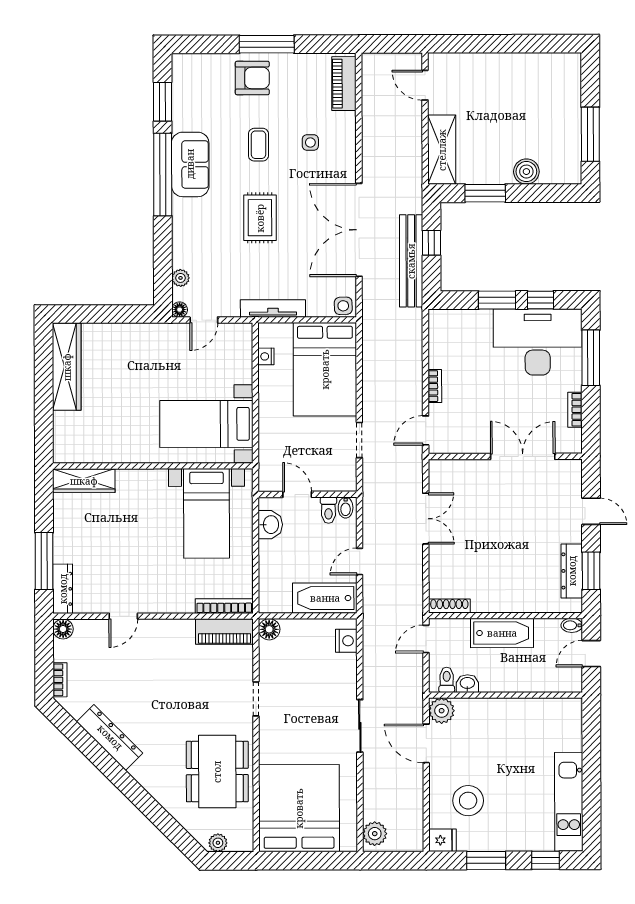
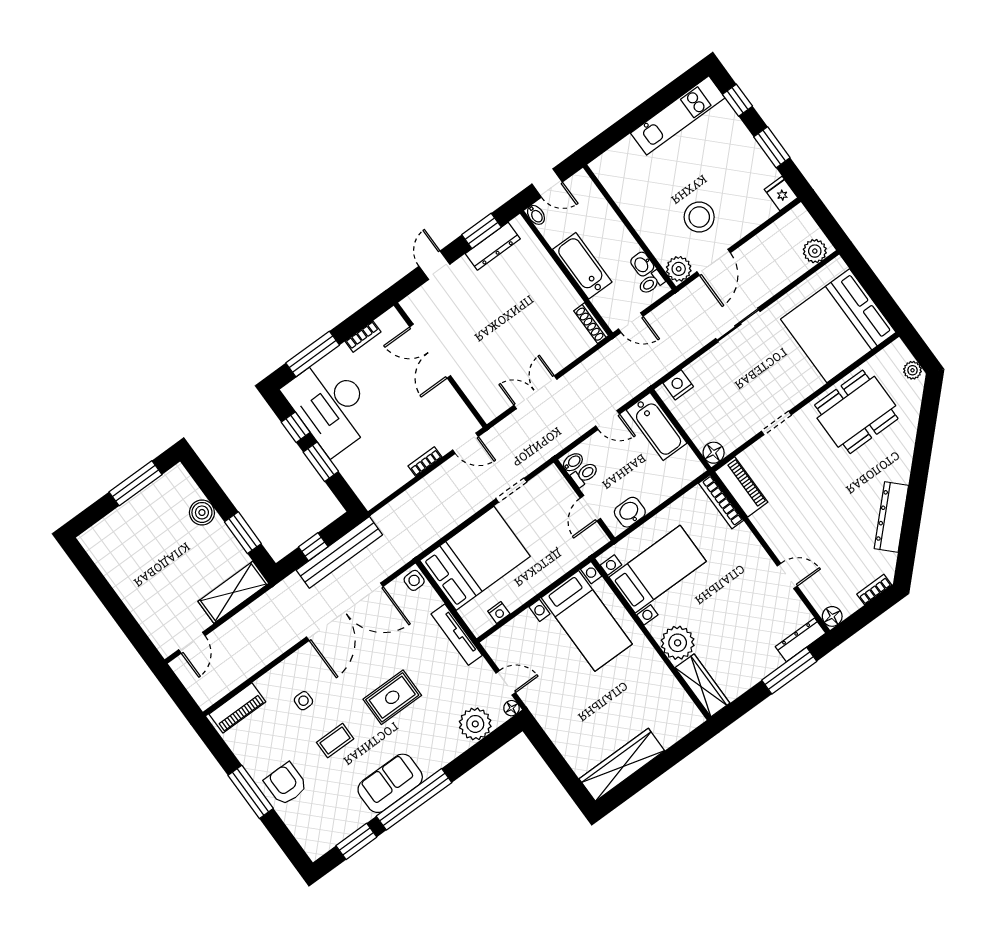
plant: (180, 278) -> (475, 724), width x1.87, depth x1.87
plant: (134, 486) -> (678, 643), added
stool: (468, 801) -> (699, 217), moved

